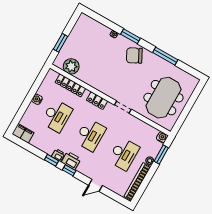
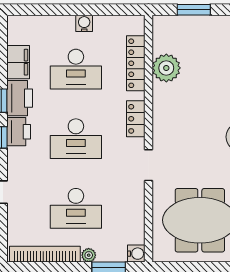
plant: (71, 66) -> (166, 68), moved
filing cabinet: (23, 133) -> (18, 62), moved
printer: (58, 155) -> (20, 98), width x1.87, depth x1.48

